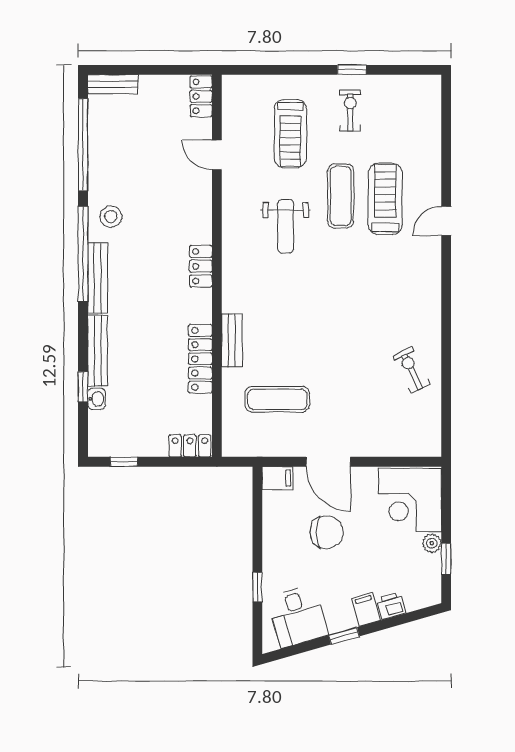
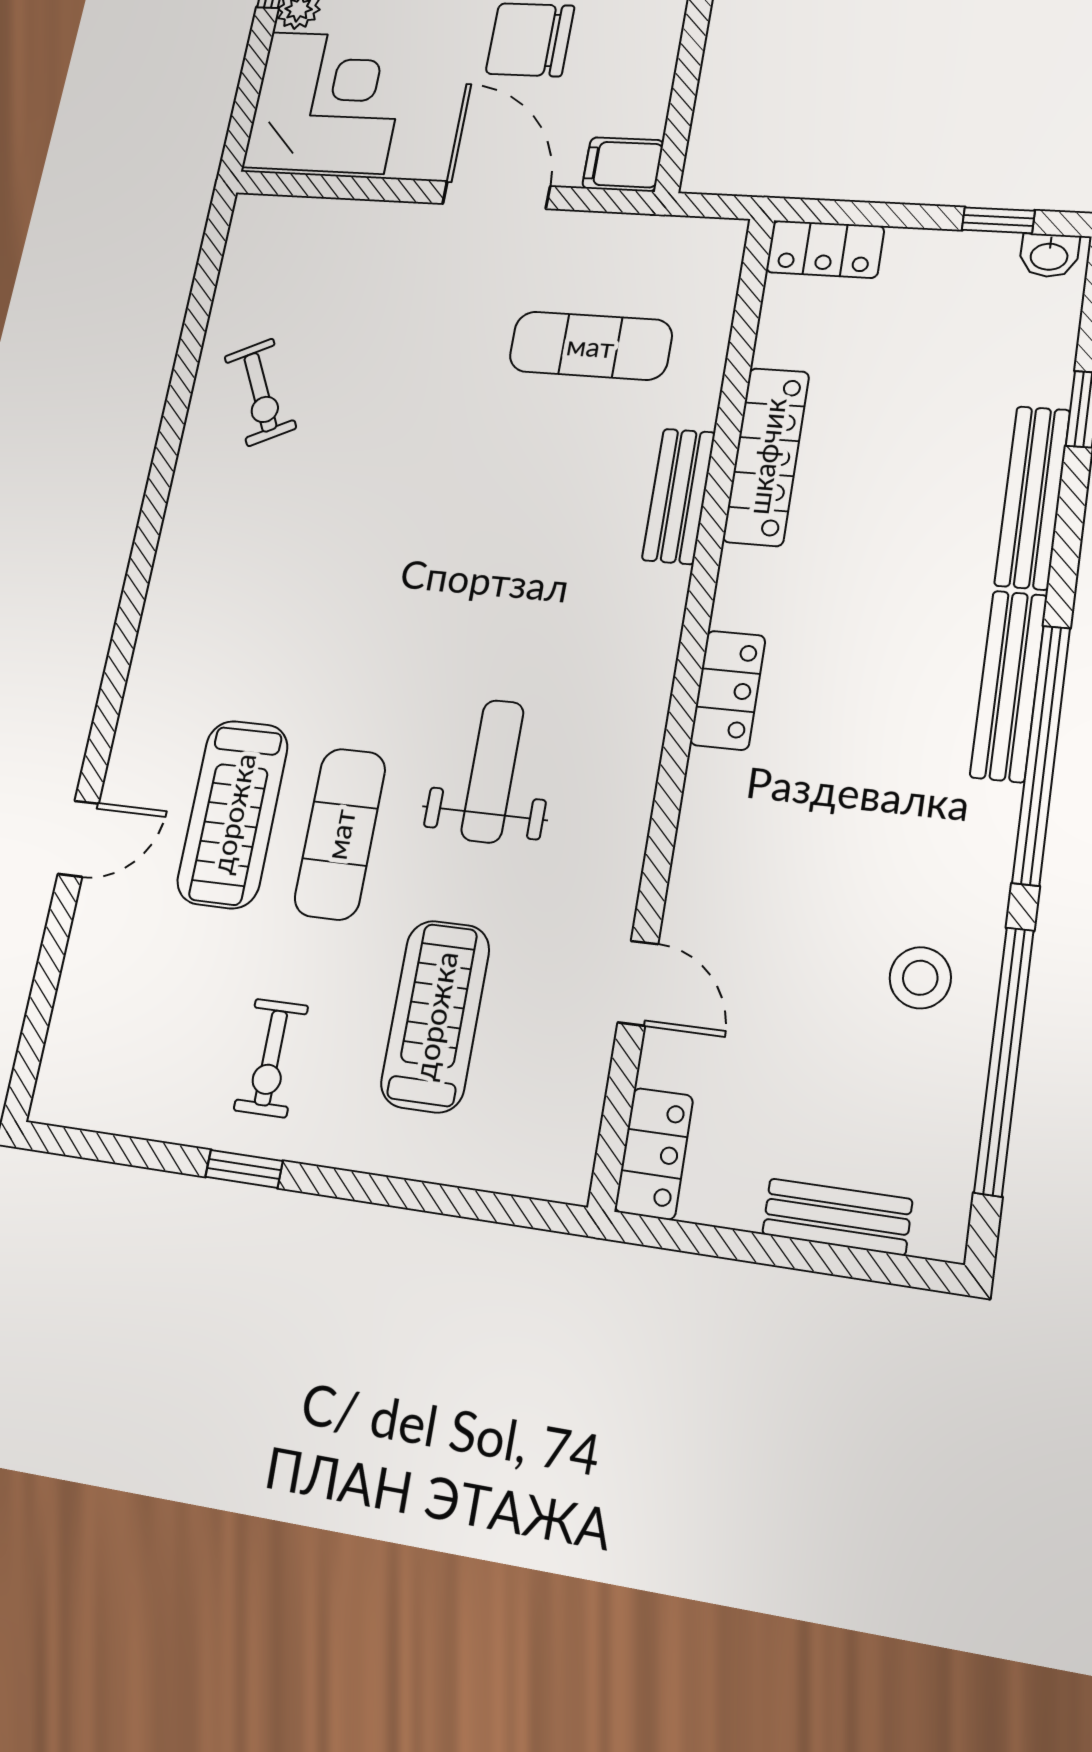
bench: (113, 84) -> (837, 1217), moved
stool: (111, 217) -> (920, 978), moved
door: (446, 221) -> (78, 839), moved
washbasin: (97, 399) -> (1049, 255), moved, turned -90

